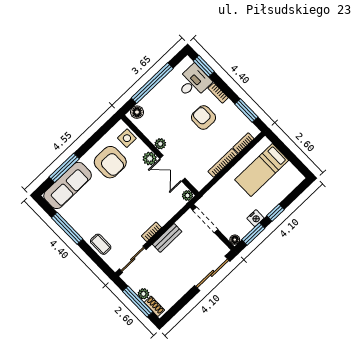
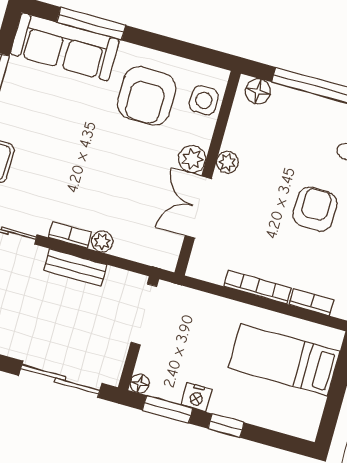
plant: (187, 195) -> (102, 242), moved

